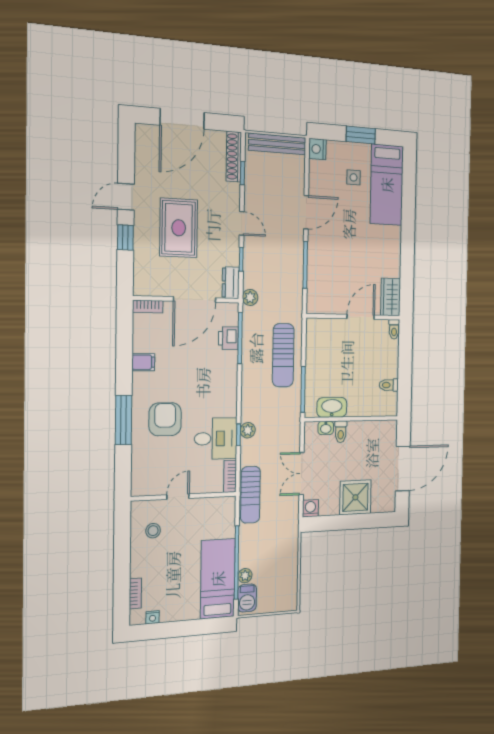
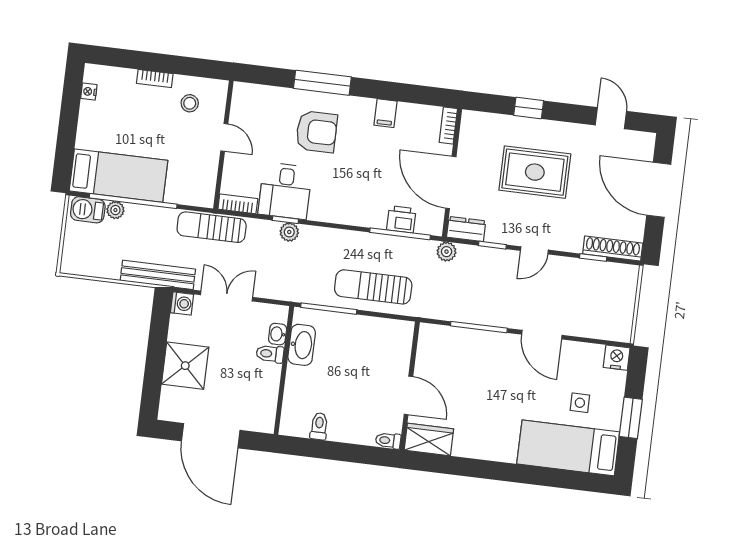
bench: (277, 144) -> (158, 275), moved, turned 90
door: (126, 197) -> (611, 118), moved
bookcase: (135, 593) -> (155, 79), moved

